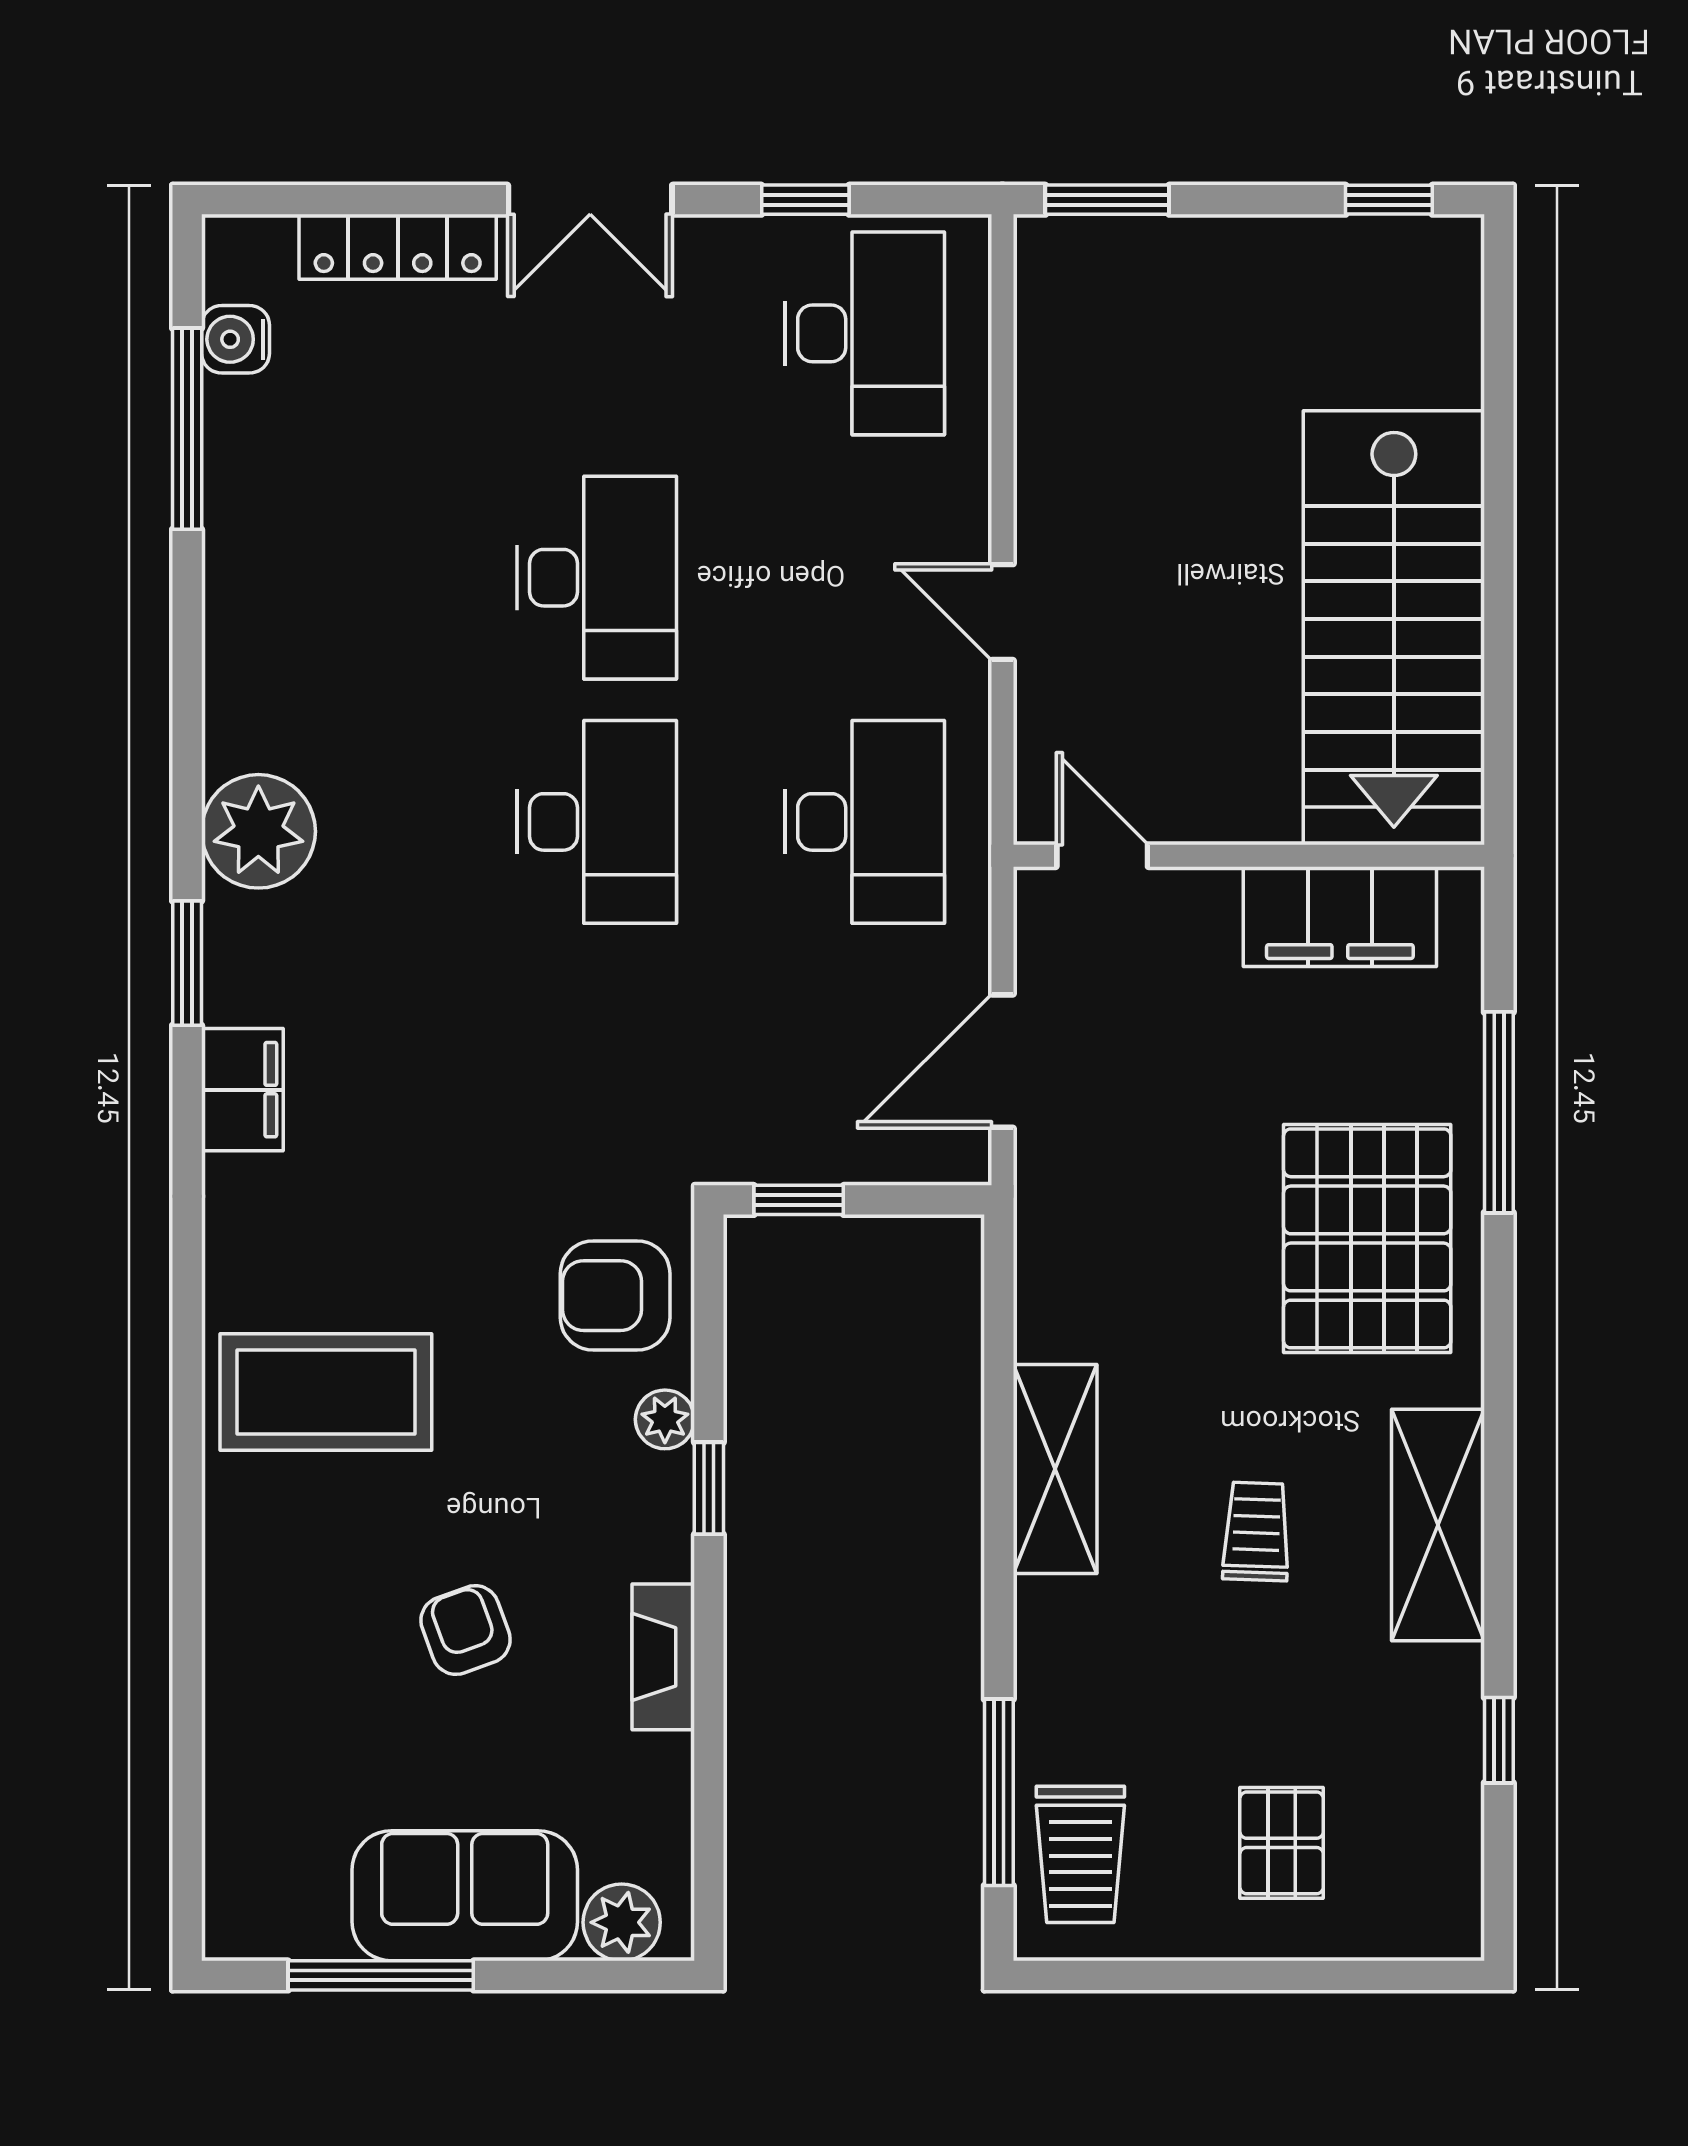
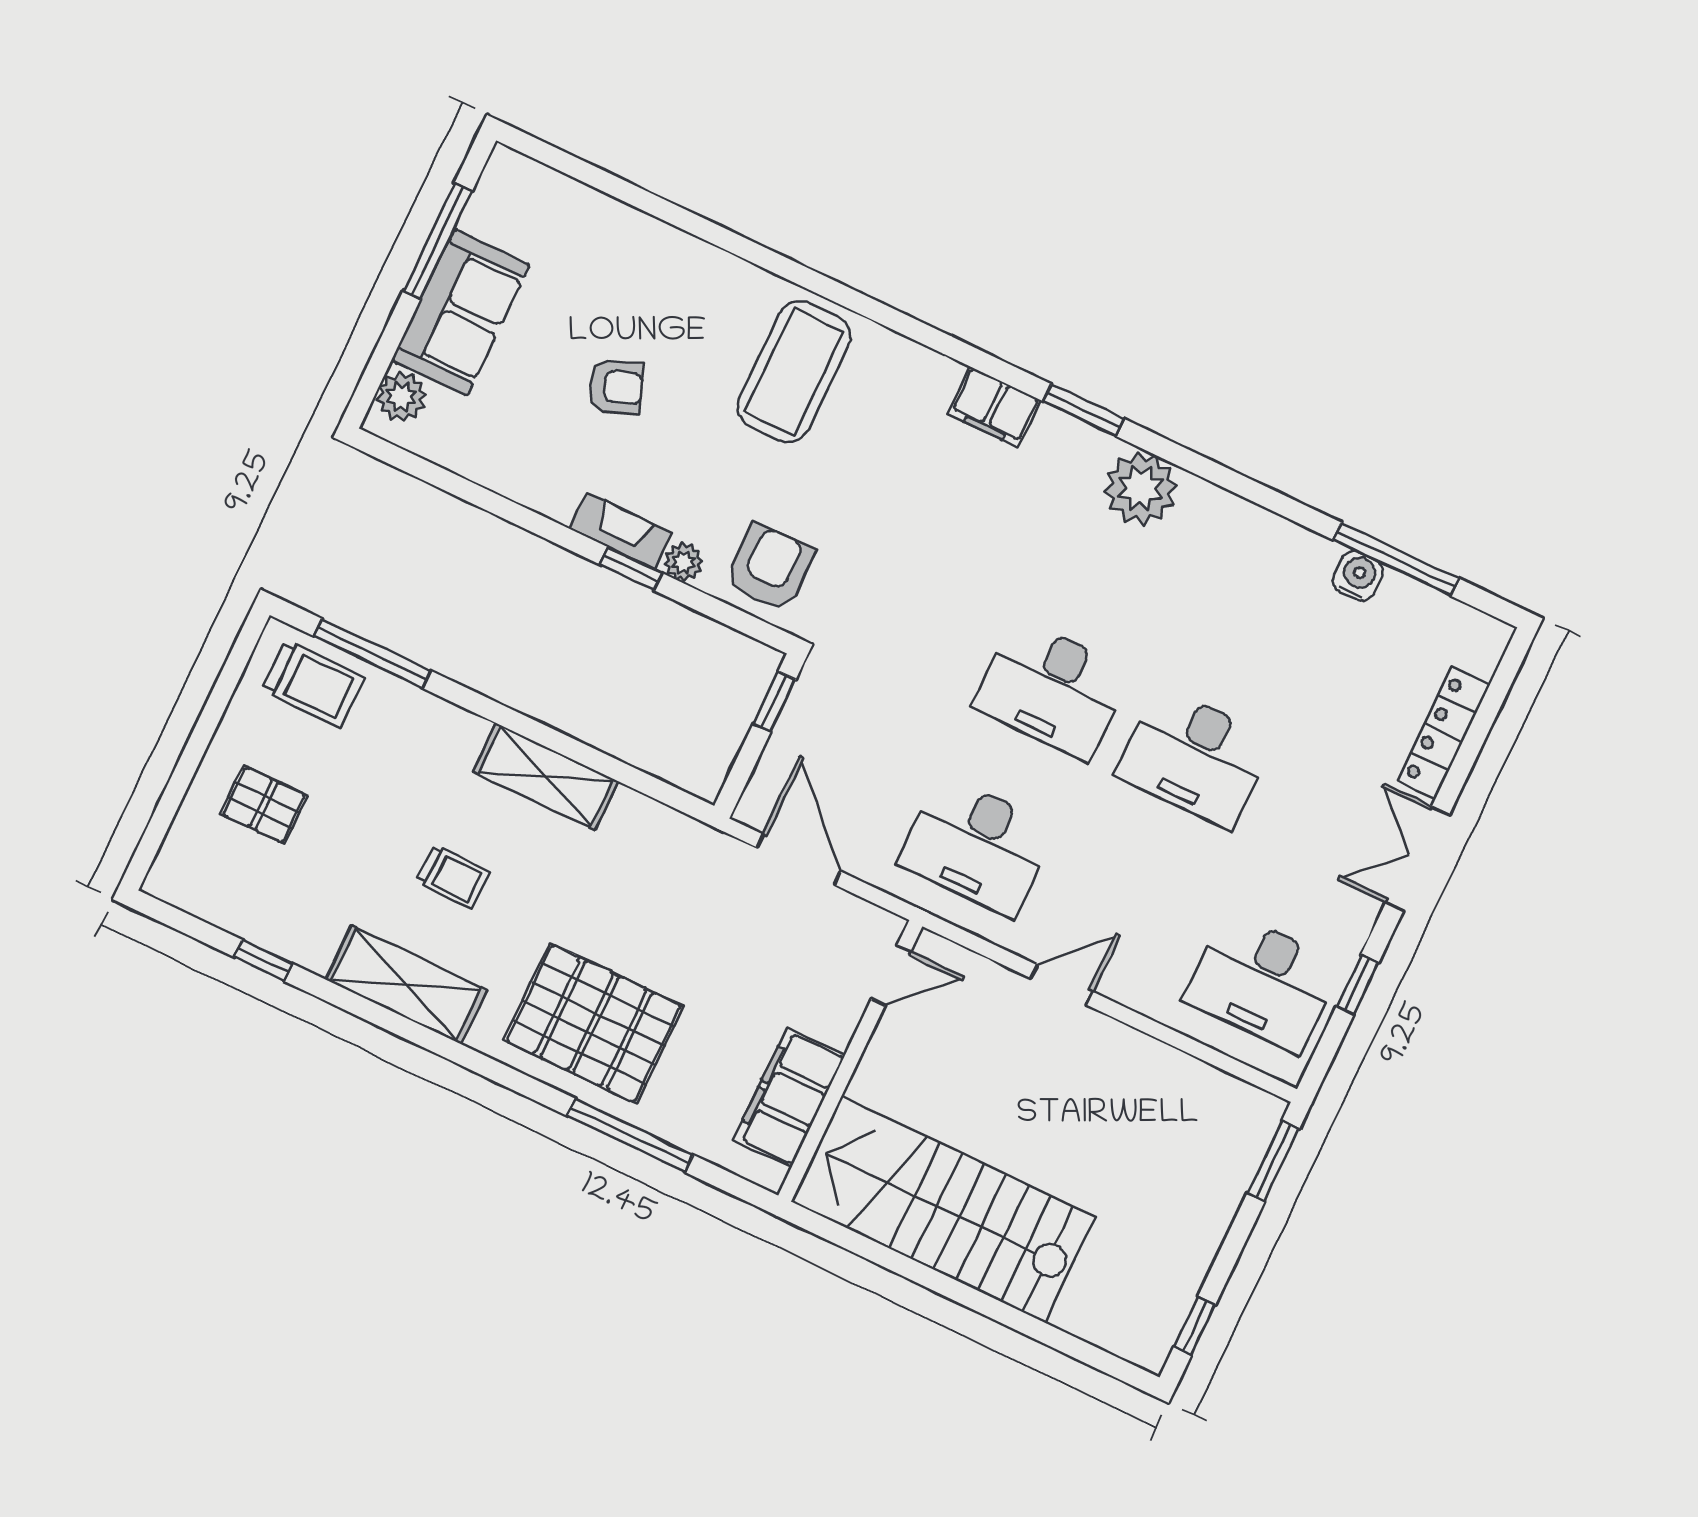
water cooler: (236, 339) -> (1358, 576), moved
fireplace: (663, 1657) -> (621, 531), moved
trolley: (1080, 1854) -> (313, 684), turned 180

